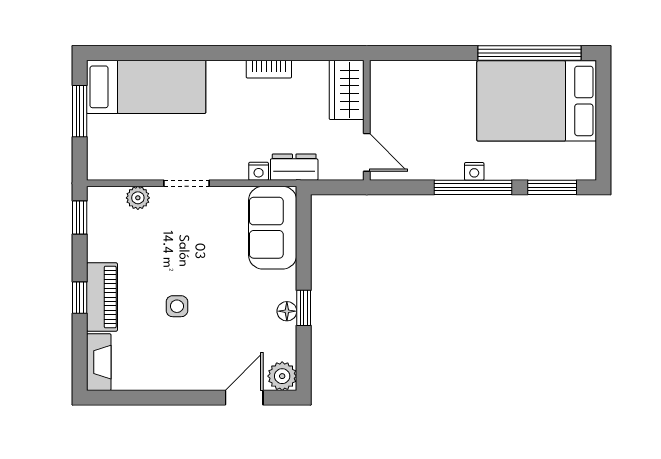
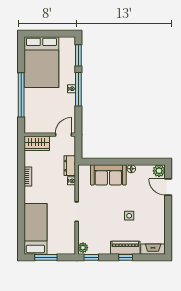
window: (530, 53) -> (21, 95), moved
plant: (138, 198) -> (83, 248), moved
sofa: (273, 228) -> (108, 175), moved
window: (304, 308) -> (130, 162), removed

